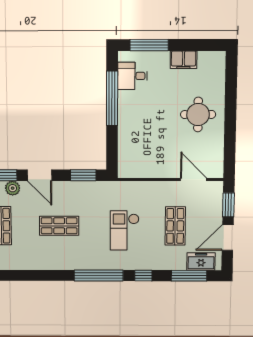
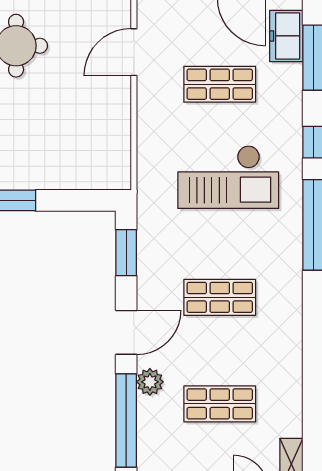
shop shelf: (59, 226) -> (220, 297), turned 90
checkout: (125, 230) -> (228, 177), width x1.36, depth x1.21

